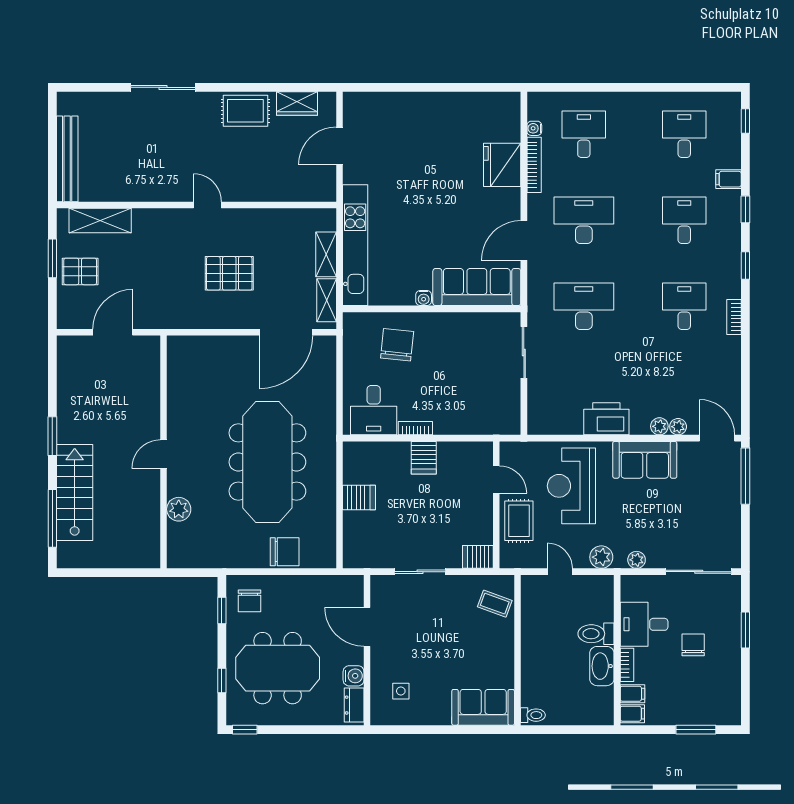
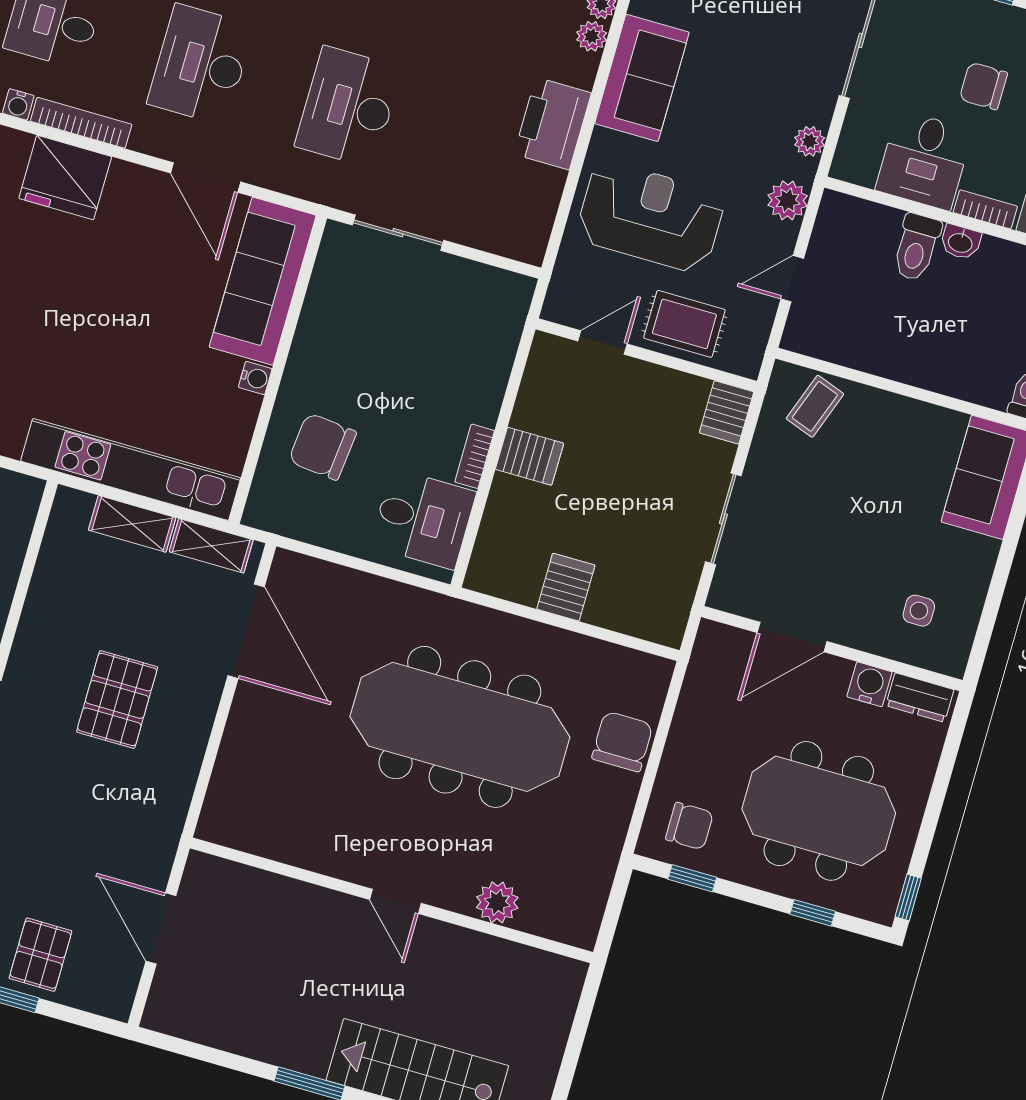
reception desk: (571, 486) -> (650, 217), turned 180
washbasin: (602, 666) -> (960, 242), width x0.52, depth x0.69
meeting table: (278, 668) -> (819, 811), turned 90

